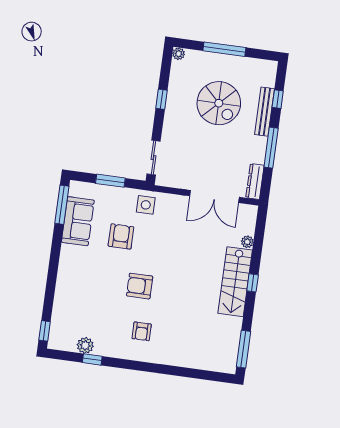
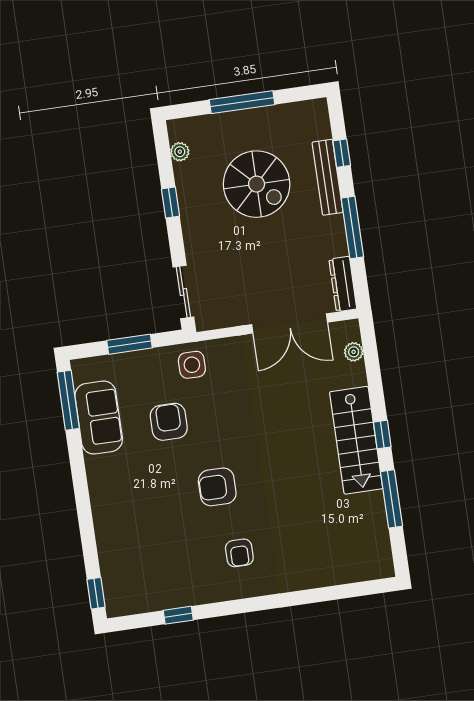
plant: (179, 54) -> (180, 152), moved
plant: (247, 242) -> (354, 352), moved
plant: (85, 345) -> (162, 598), removed
window: (243, 349) -> (391, 499), moved

